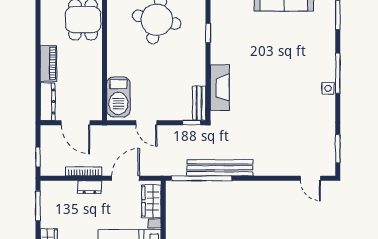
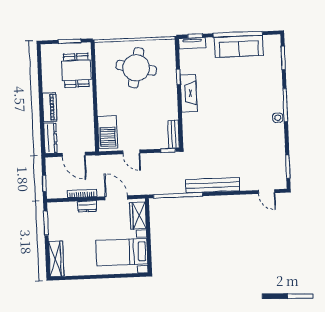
fireplace: (220, 88) -> (189, 93), moved
bench: (220, 168) -> (213, 185), moved
door: (126, 178) -> (116, 198), hinge flipped

